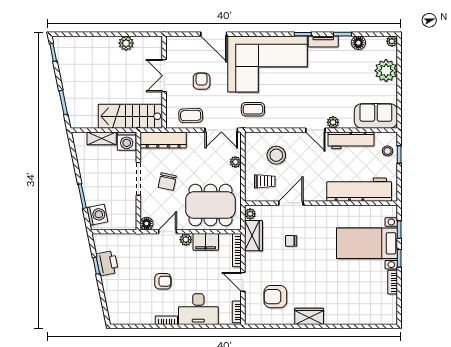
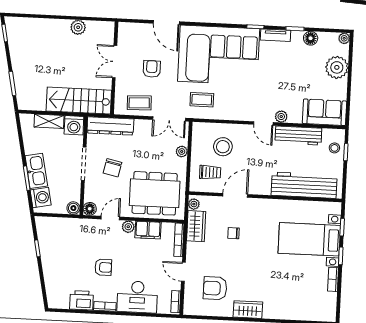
kitchen sink: (91, 188) -> (36, 171), added
boiler: (130, 224) -> (73, 208), added
printer: (107, 263) -> (82, 300), moved, turned -79

